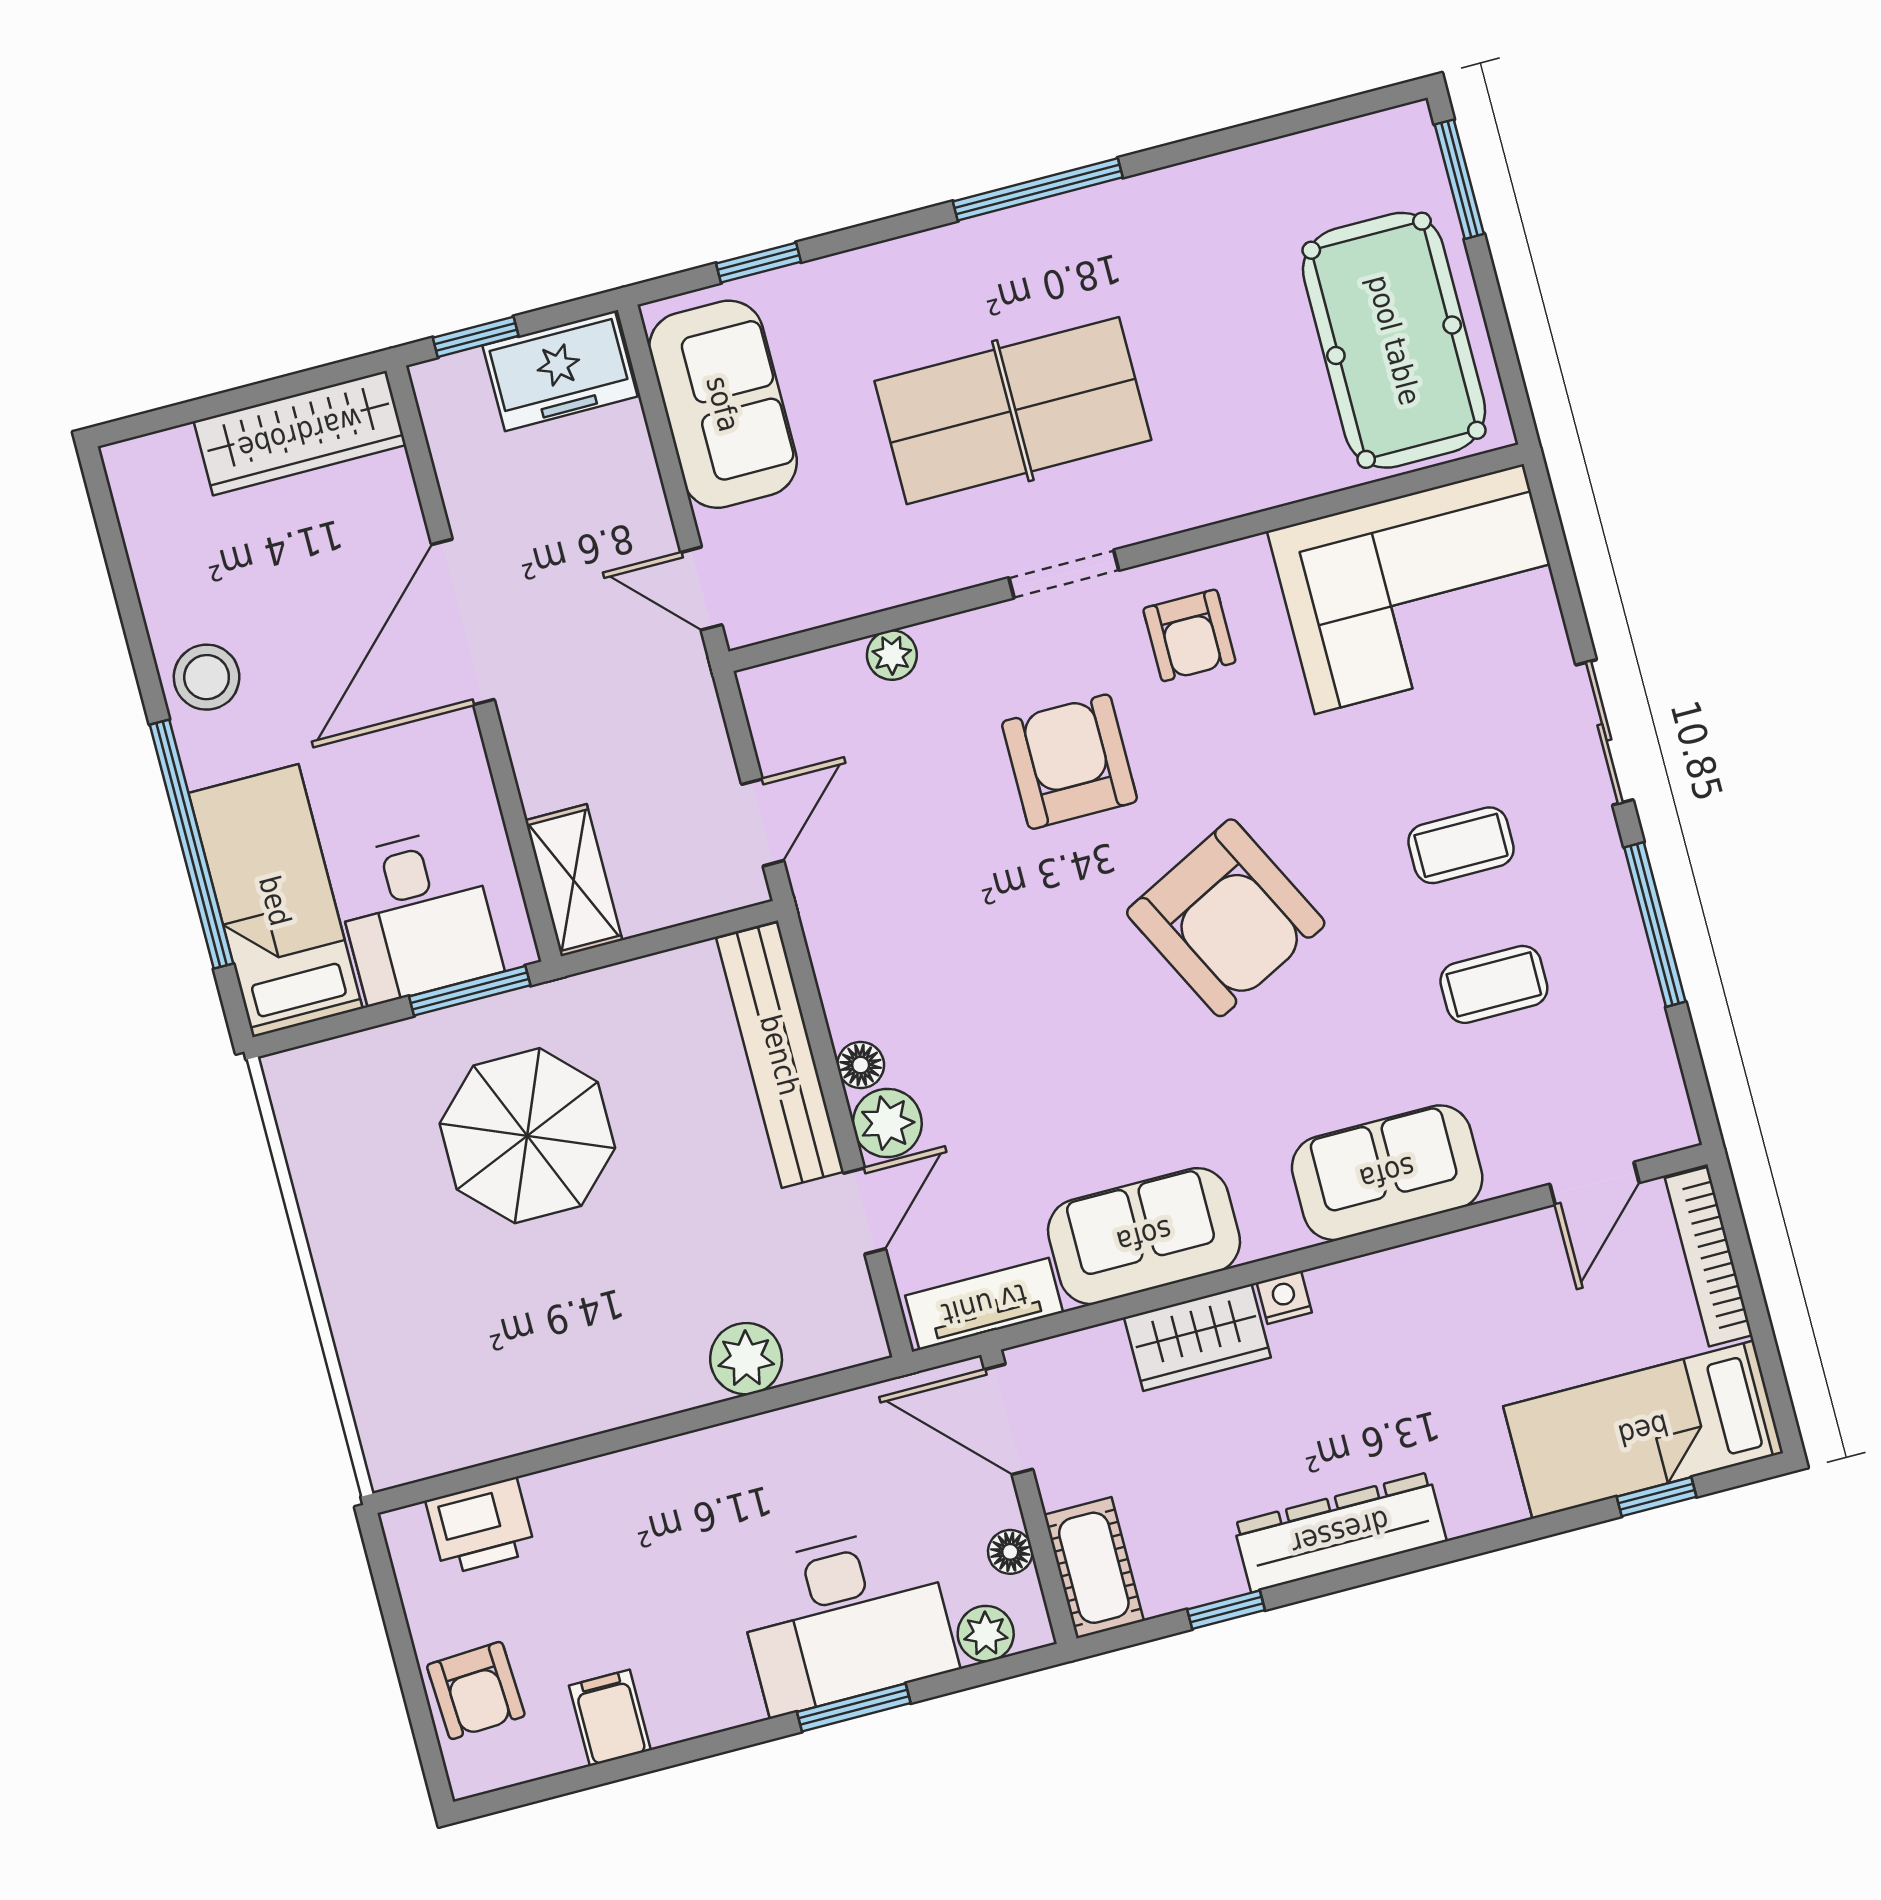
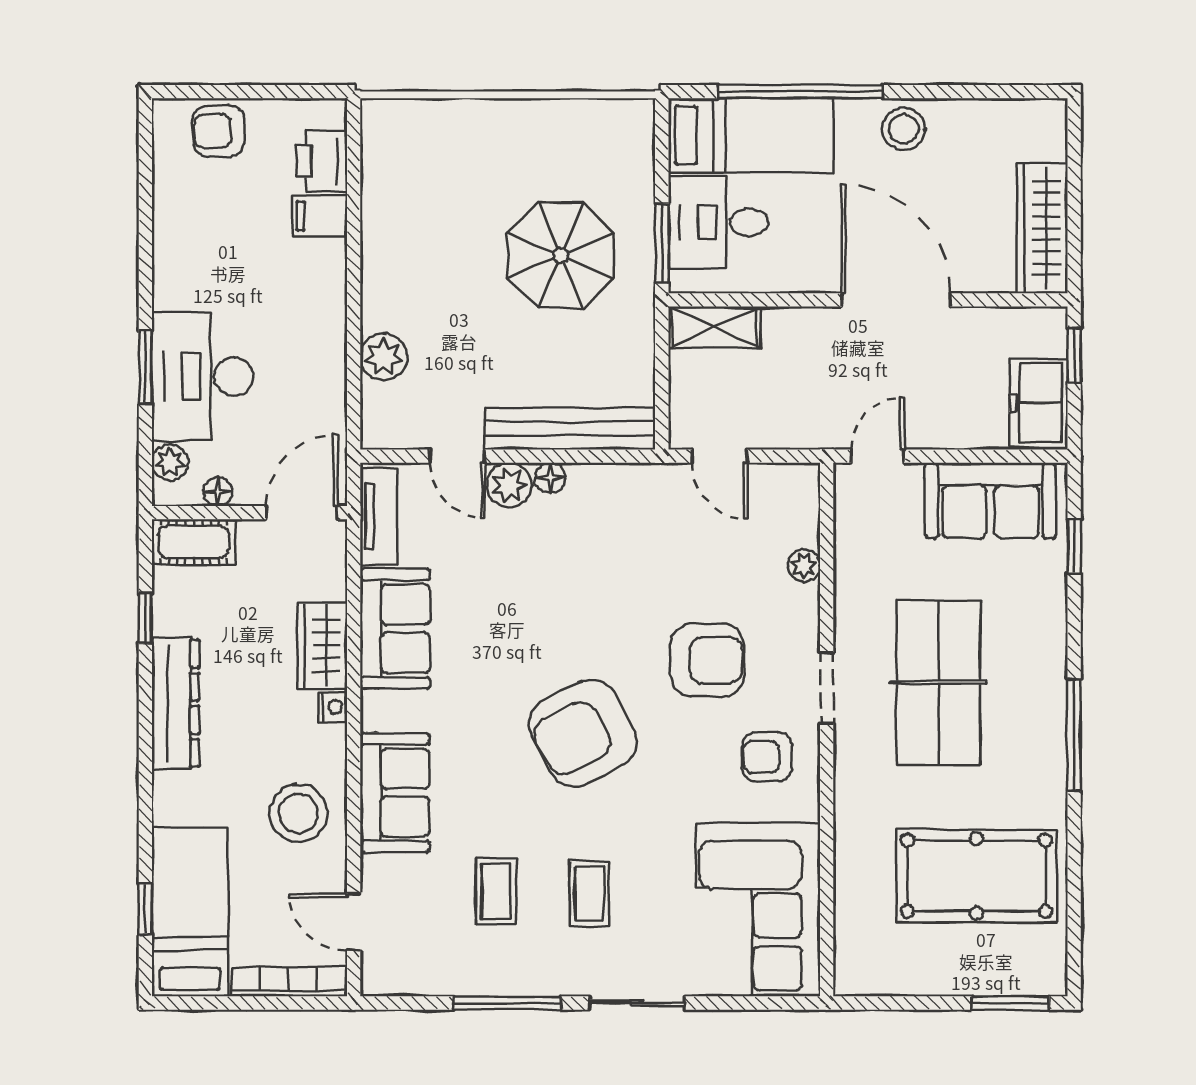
pool table: (1394, 340) -> (976, 876), moved
stool: (1455, 1307) -> (299, 813), added
filing cabinet: (610, 1718) -> (320, 216), moved, turned 180

